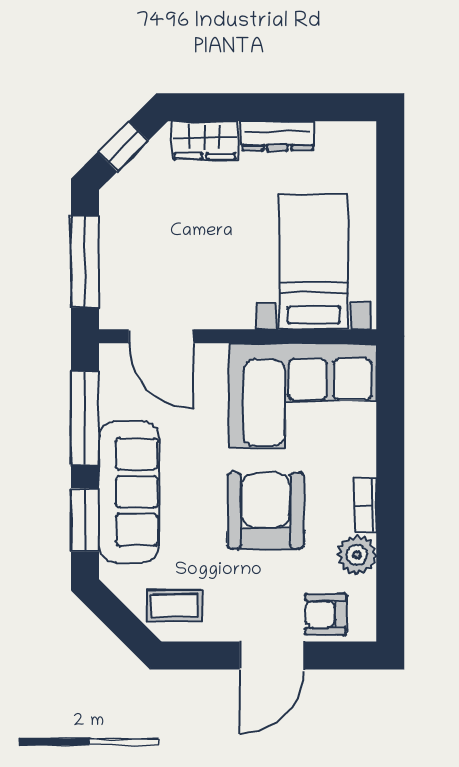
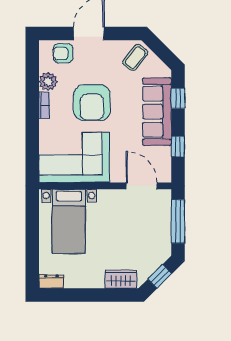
dresser: (277, 136) -> (51, 281), moved, width x0.70
window: (85, 418) -> (178, 147), width x0.46
window: (85, 520) -> (178, 98), width x0.67
coffee table: (175, 605) -> (135, 58), turned -52
armchair: (326, 614) -> (63, 53), turned 180

